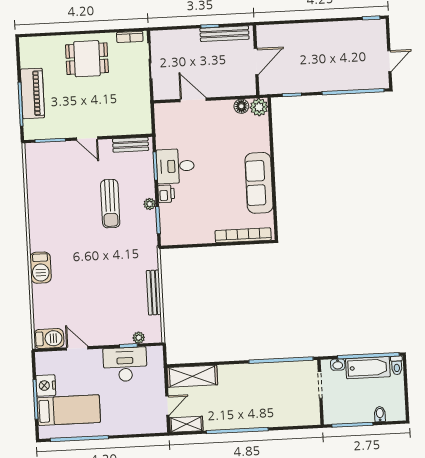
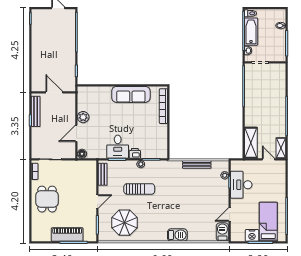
floor lamp: (241, 106) -> (82, 154), moved
plant: (259, 107) -> (83, 117), moved
parasol: (56, 183) -> (124, 223), added

